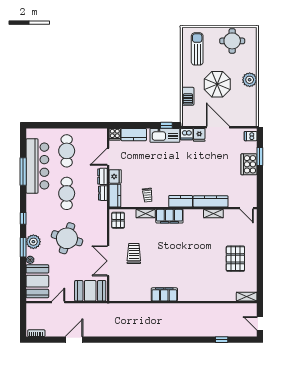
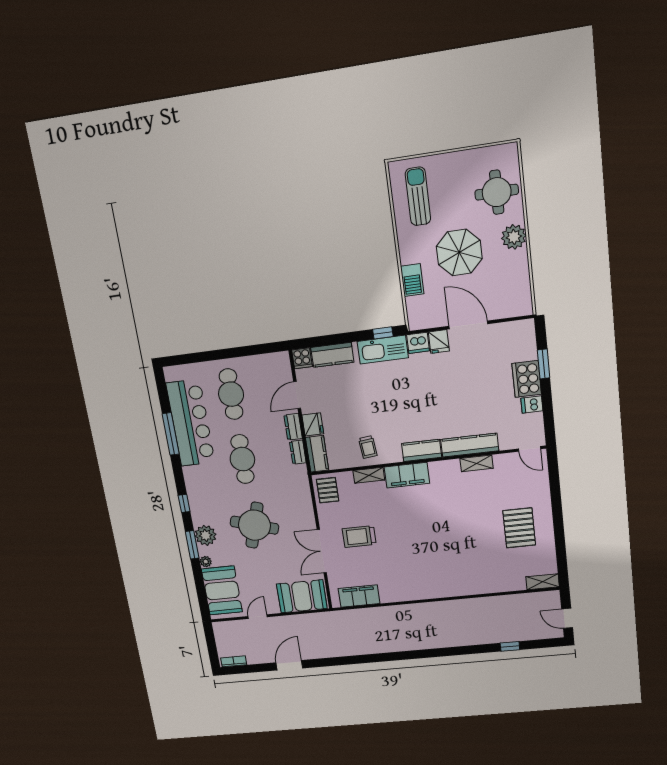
round table: (232, 41) -> (497, 192), moved
dishwasher: (251, 136) -> (532, 405), moved
trolley: (134, 253) -> (359, 537), turned -90
filing cabinet: (164, 294) -> (359, 596), moved

